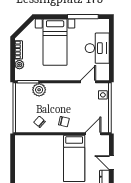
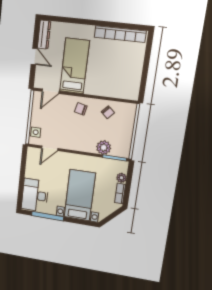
desk: (97, 48) -> (35, 195), moved

